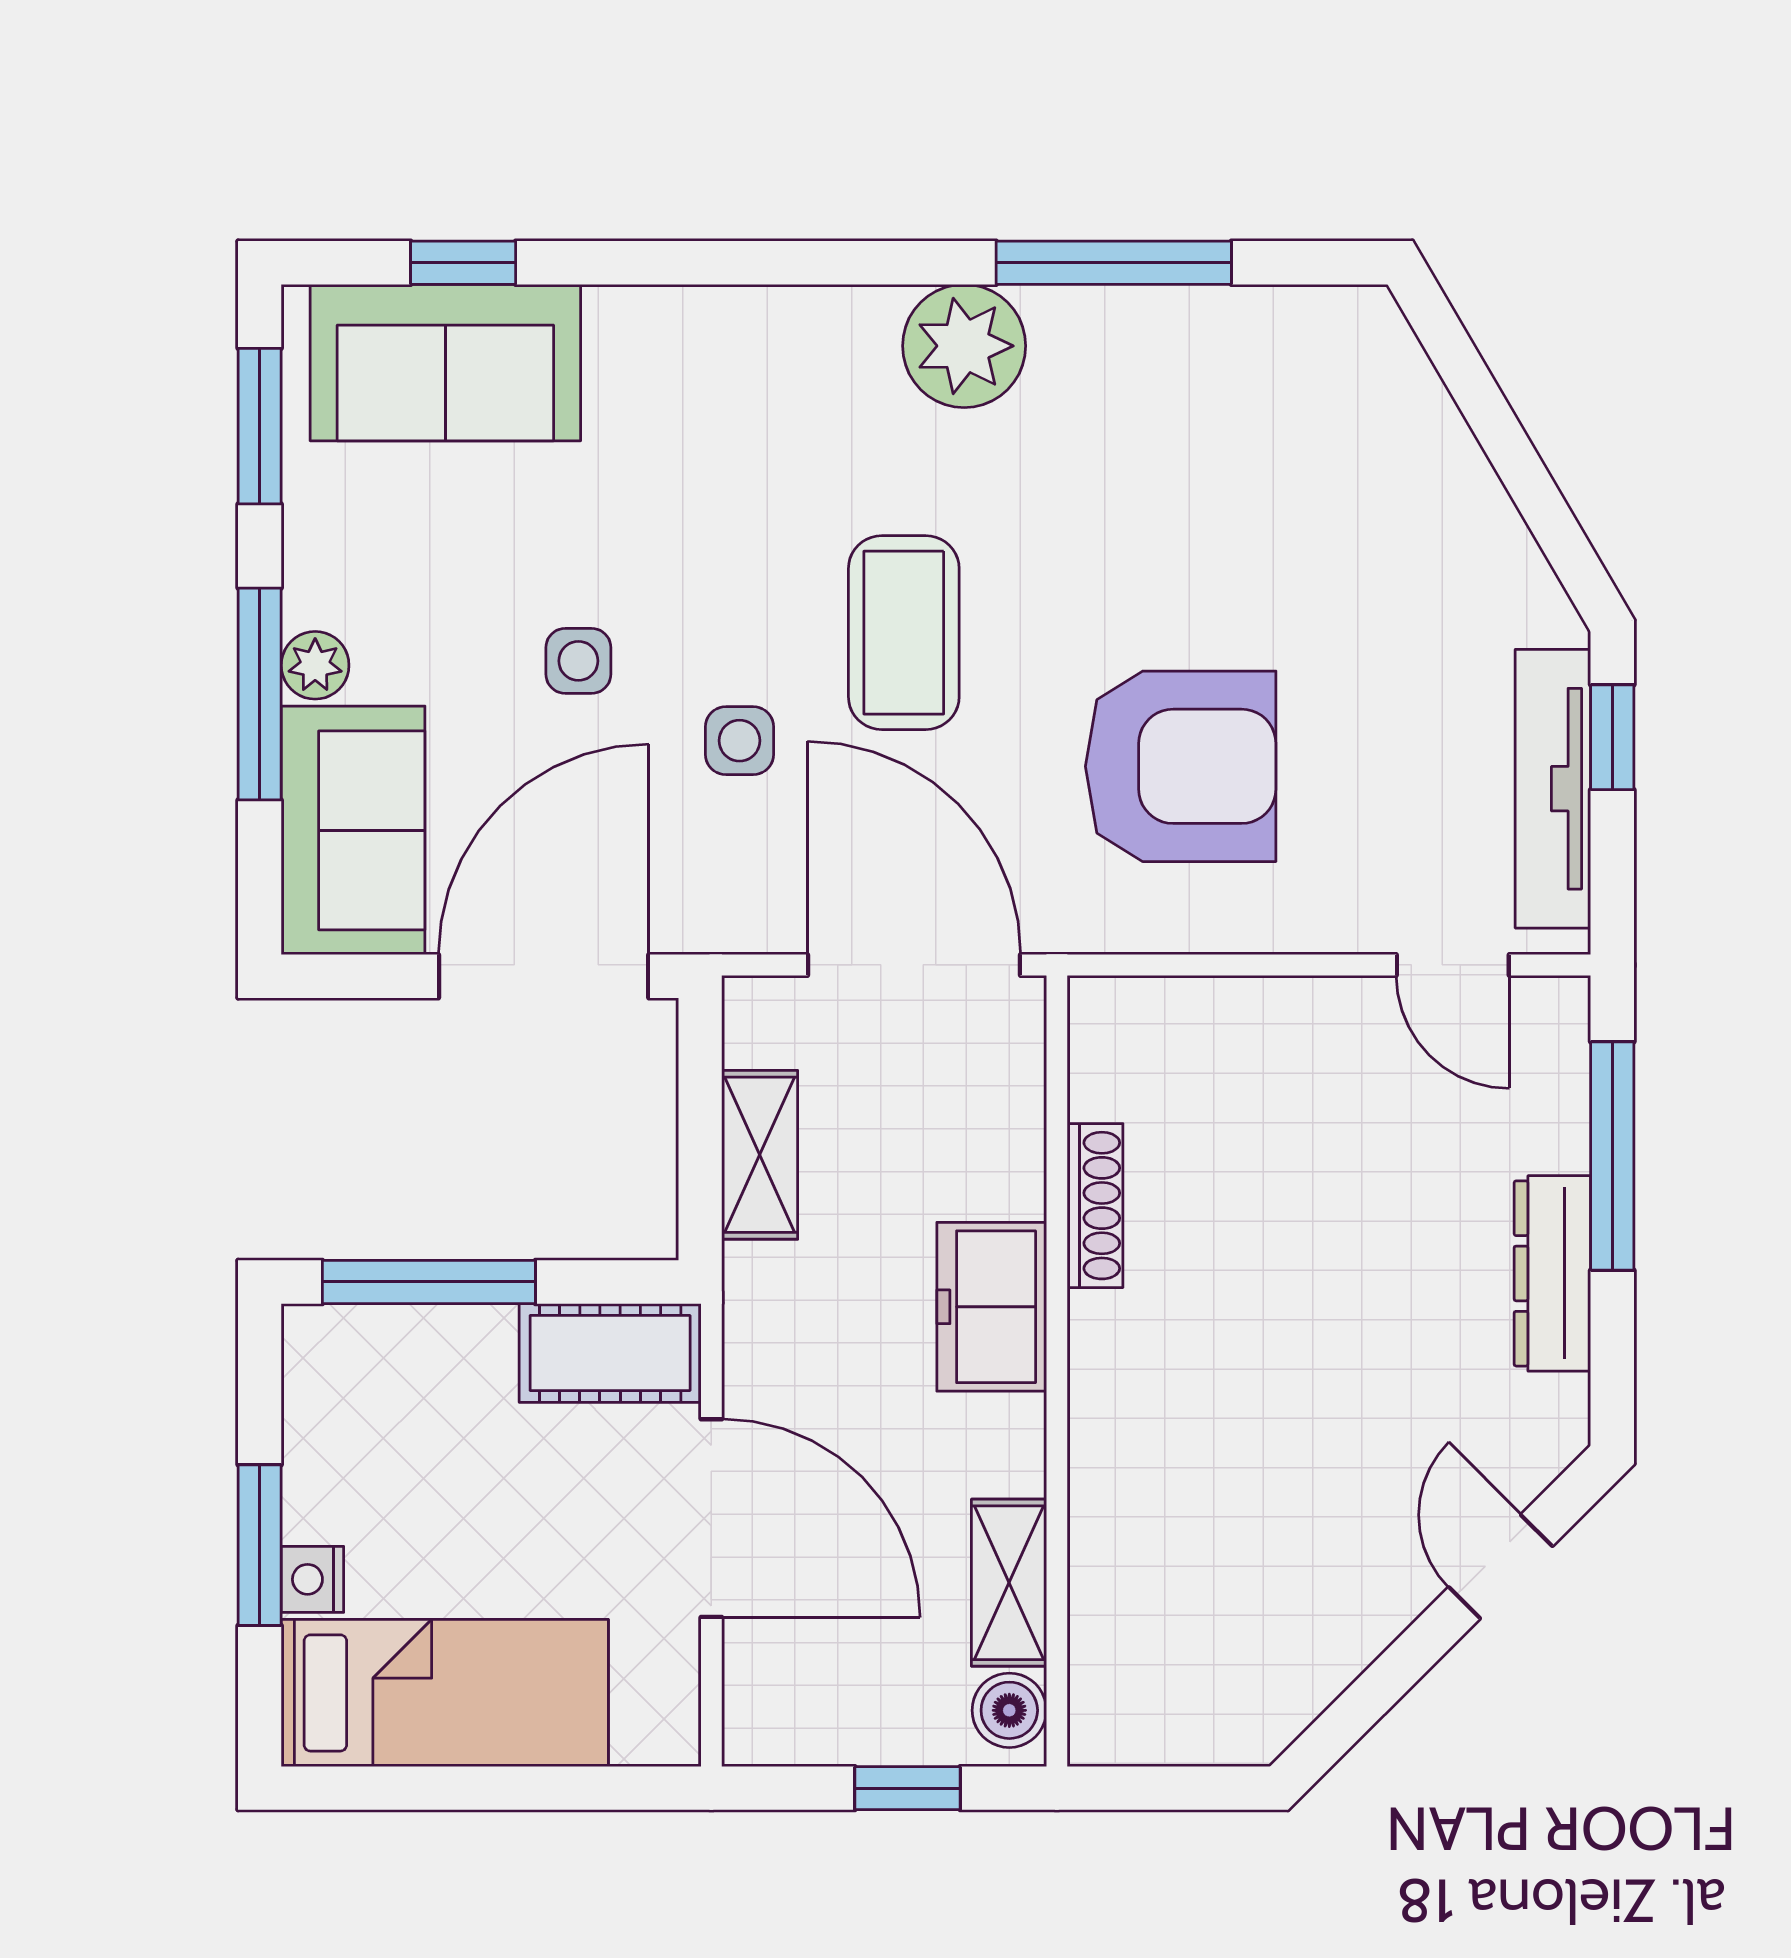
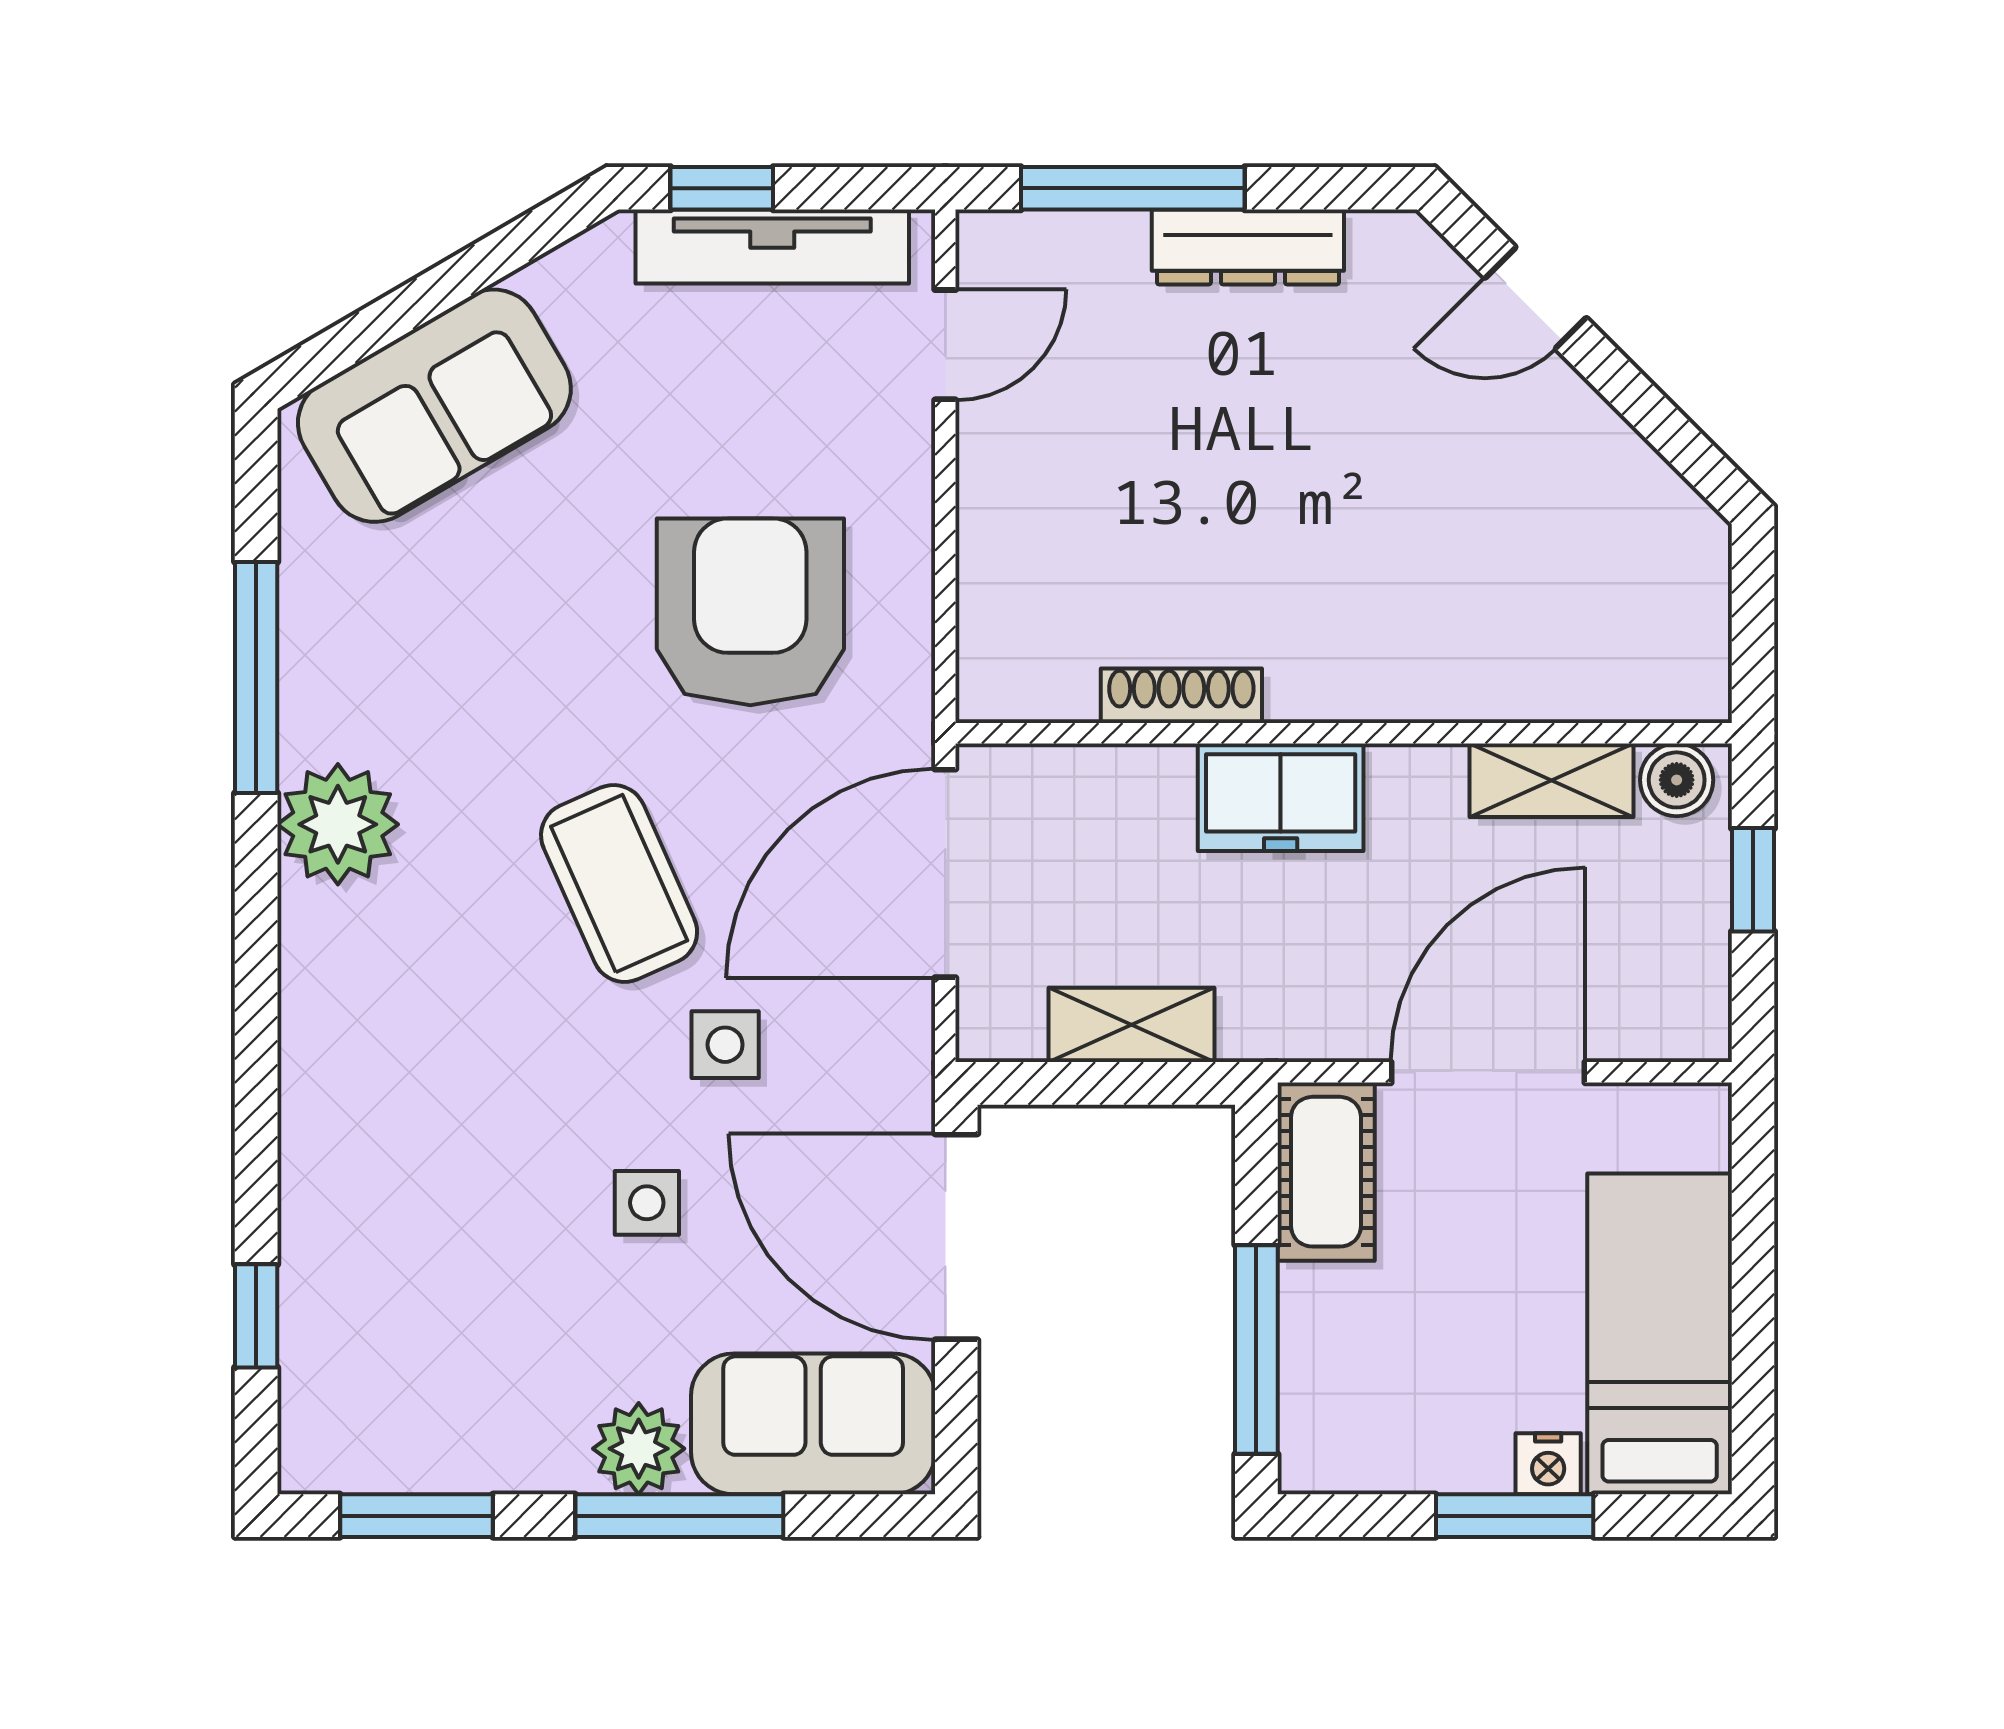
sofa: (445, 363) -> (434, 406), moved, turned 60
coffee table: (904, 633) -> (619, 884), turned 66
plant: (315, 665) -> (639, 1449), width x1.38, depth x1.38

